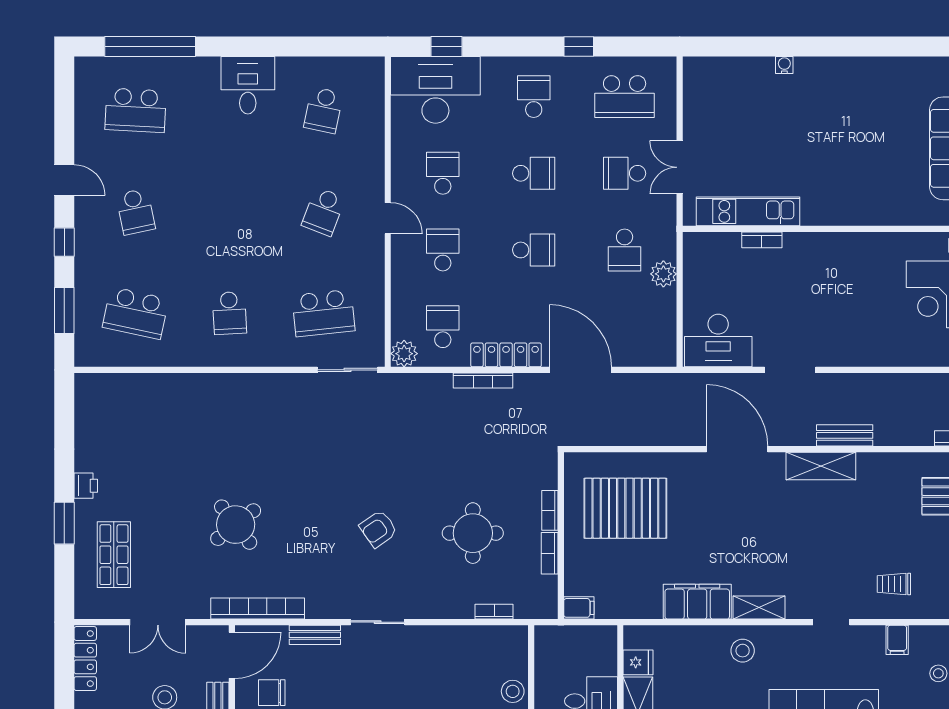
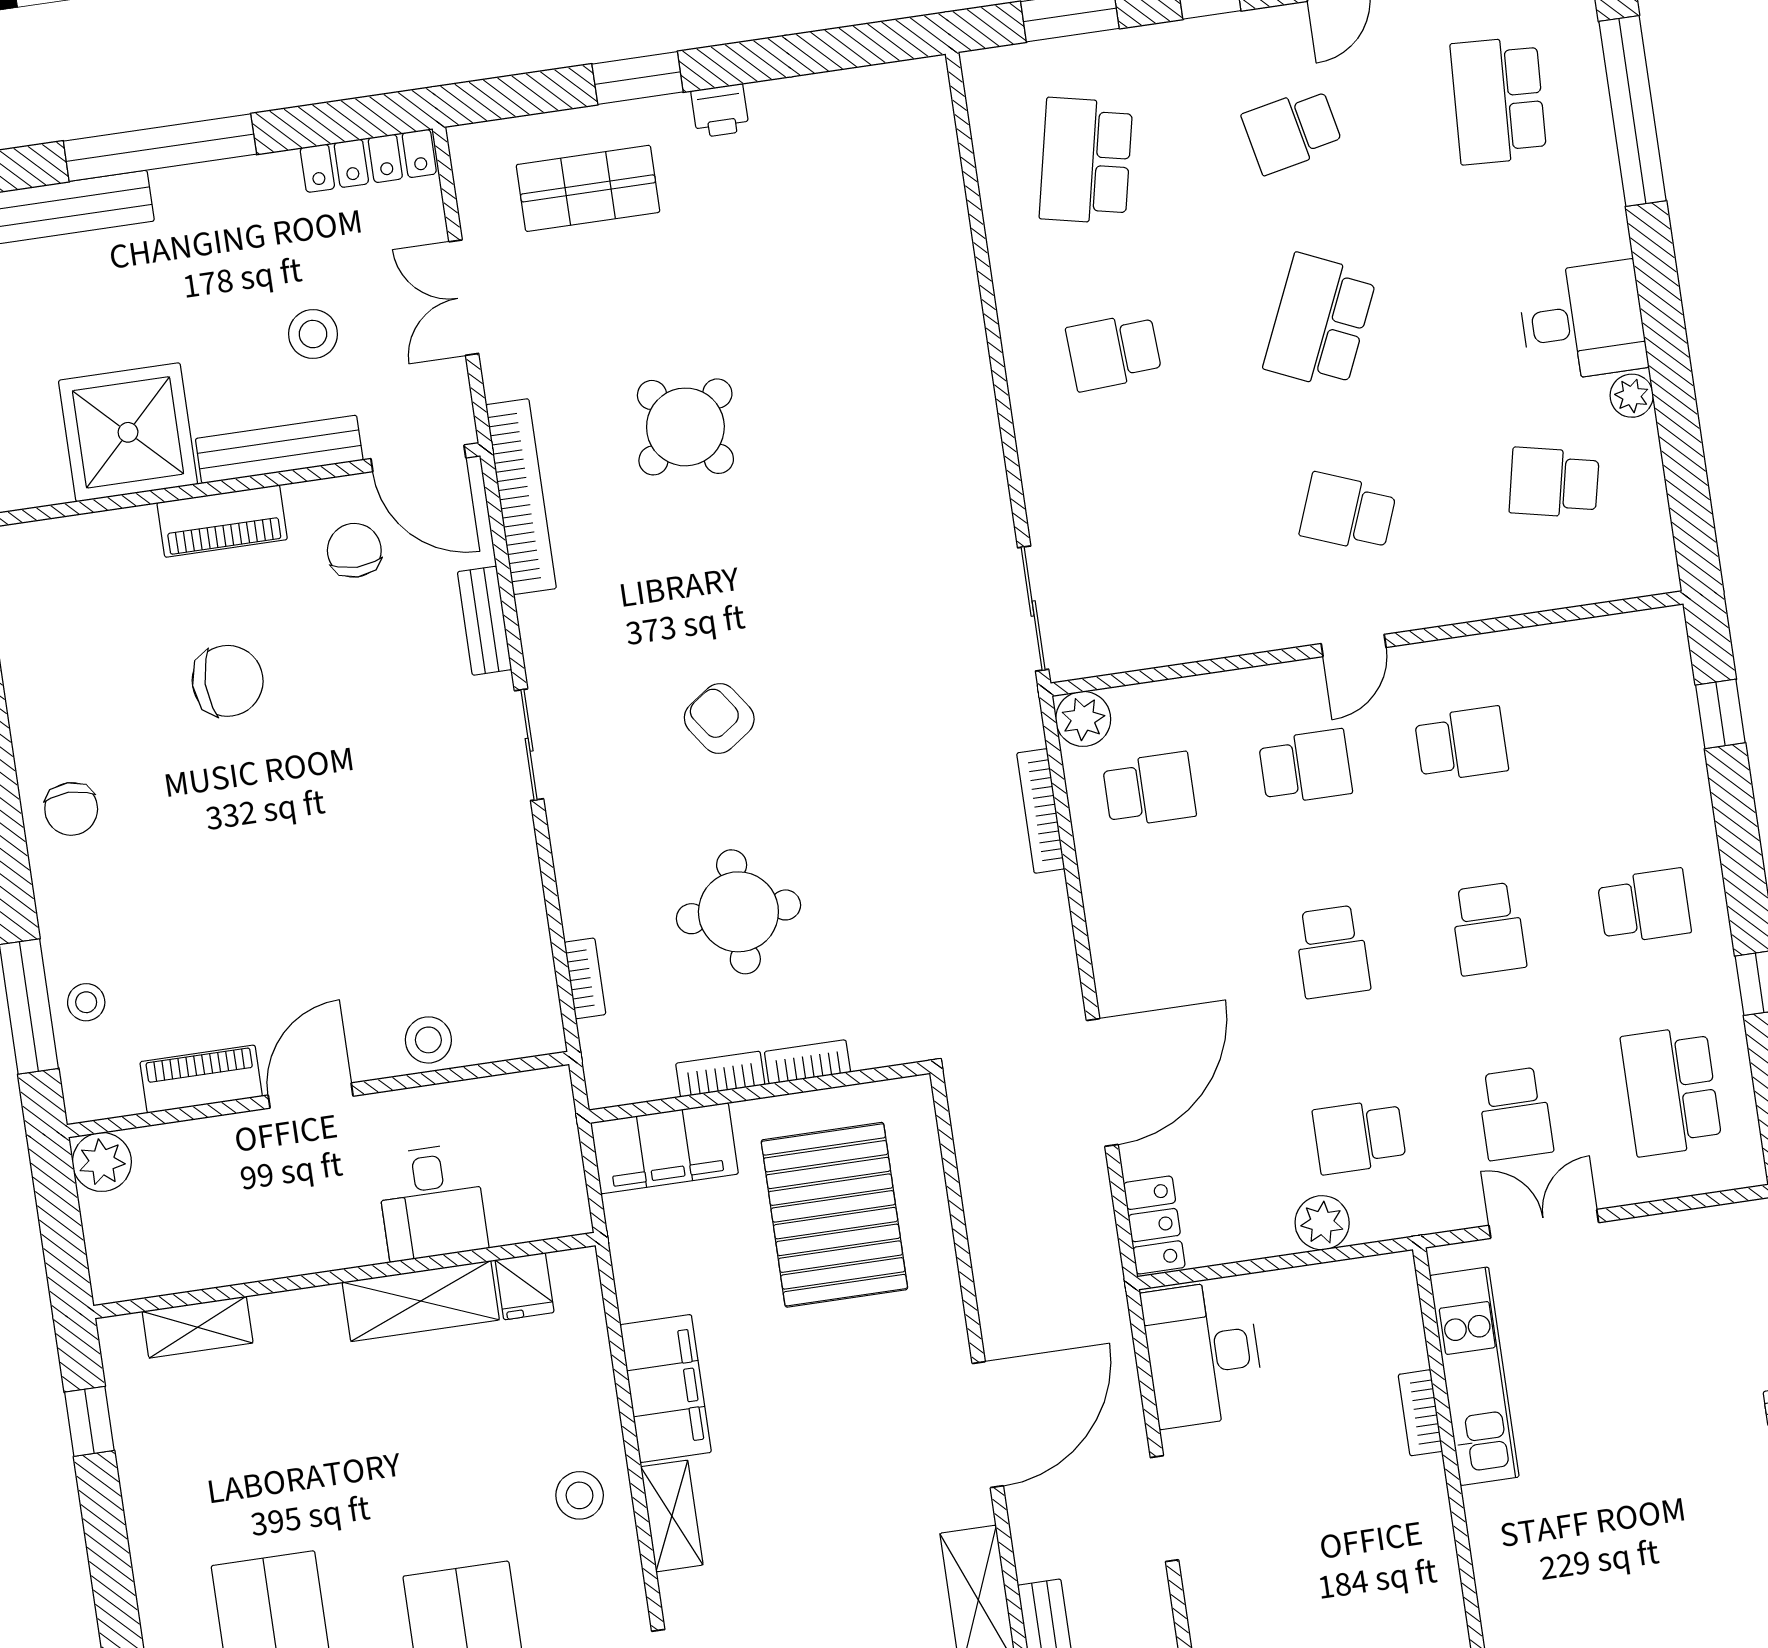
plant: (287, 67) -> (1632, 396), added
desk: (435, 90) -> (1629, 704), removed
school desk: (625, 173) -> (1515, 1114), turned 180
school desk: (323, 313) -> (1320, 322), moved, turned 30
locker: (506, 355) -> (1154, 1225), moved, width x0.66
bookcase: (483, 380) -> (1041, 811), moved
filing cabinet: (579, 608) -> (664, 1148), width x3.00, depth x1.17

